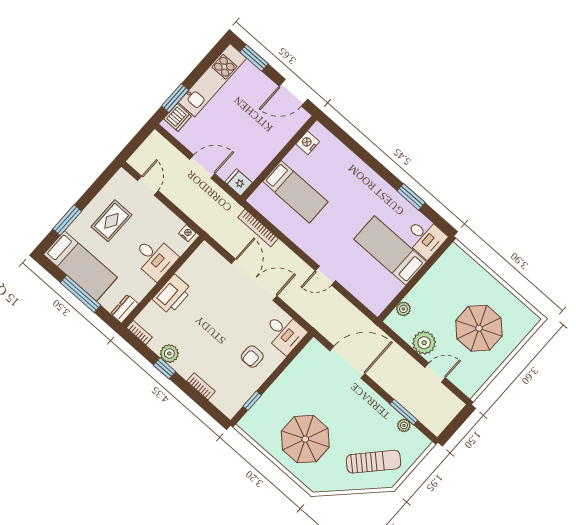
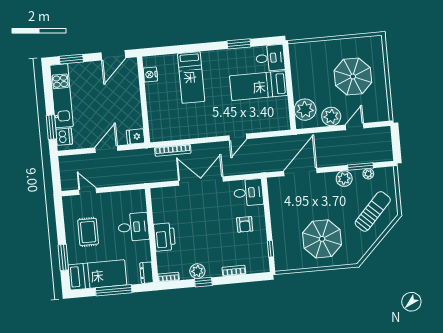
bed: (295, 192) -> (191, 77), moved, turned 90
nightstand: (187, 233) -> (137, 194), removed
plant: (403, 309) -> (305, 110), width x1.88, depth x1.88
plant: (379, 408) -> (344, 179), added

